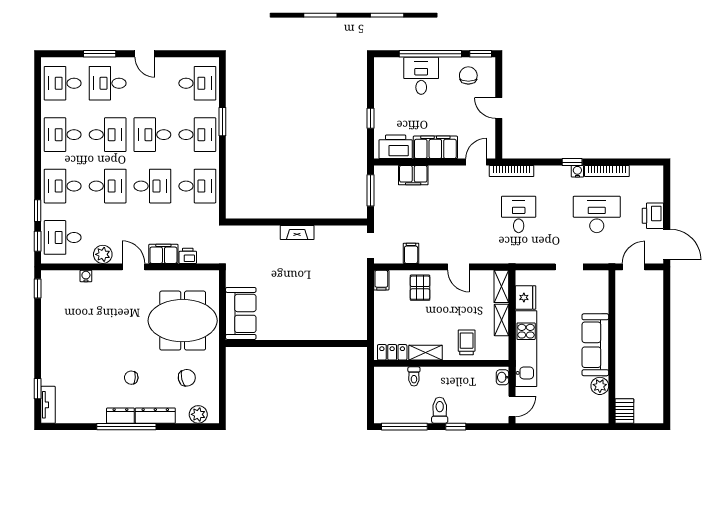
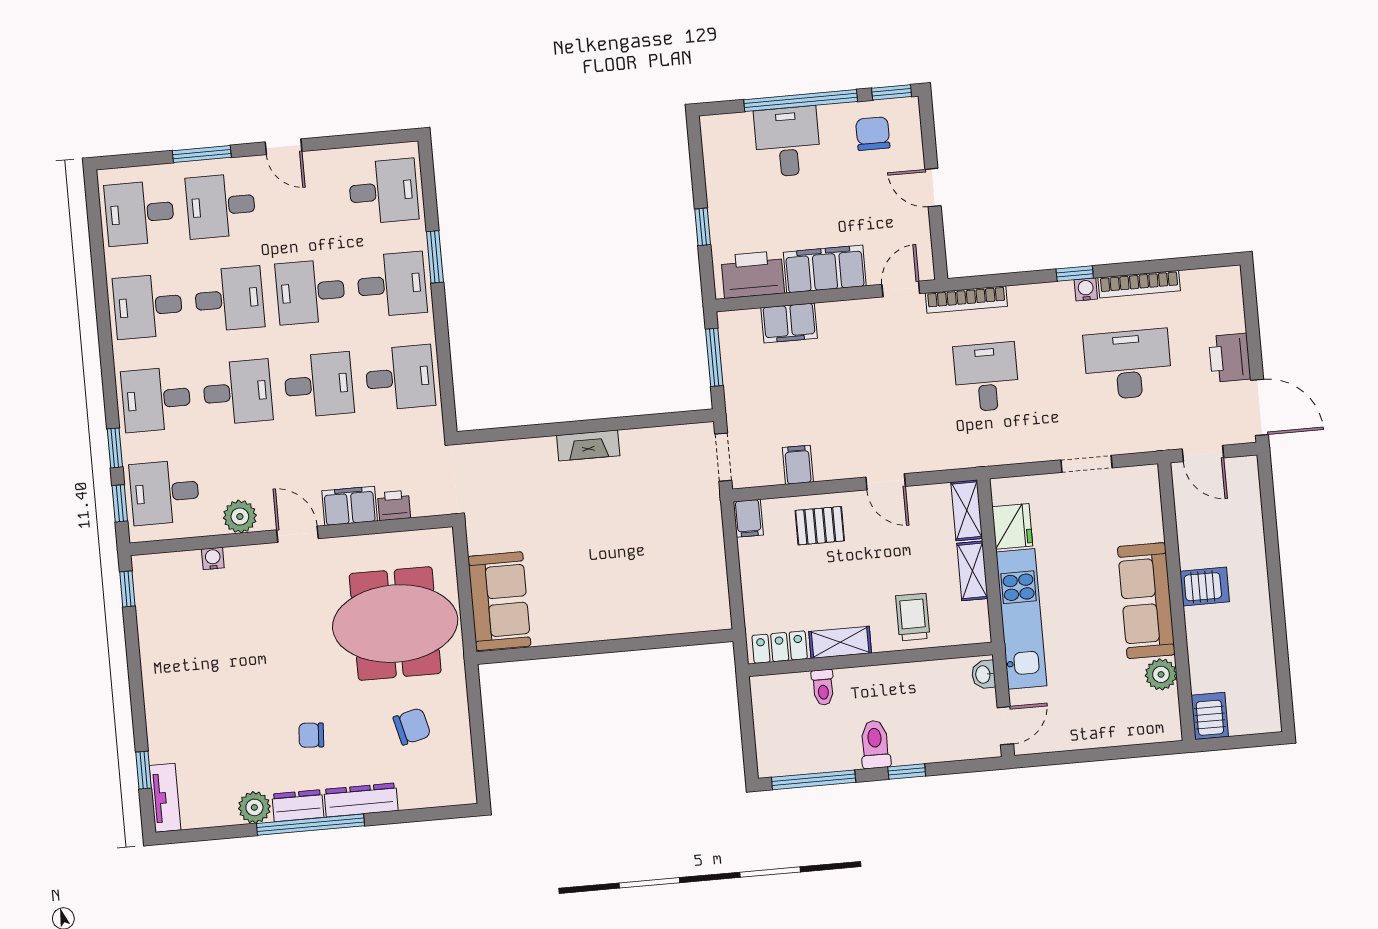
door: (634, 267) -> (1203, 453), swing flipped
pallet: (420, 288) -> (820, 526), turned 90
server rack: (628, 340) -> (1205, 587), added
plant: (198, 414) -> (254, 807), moved

